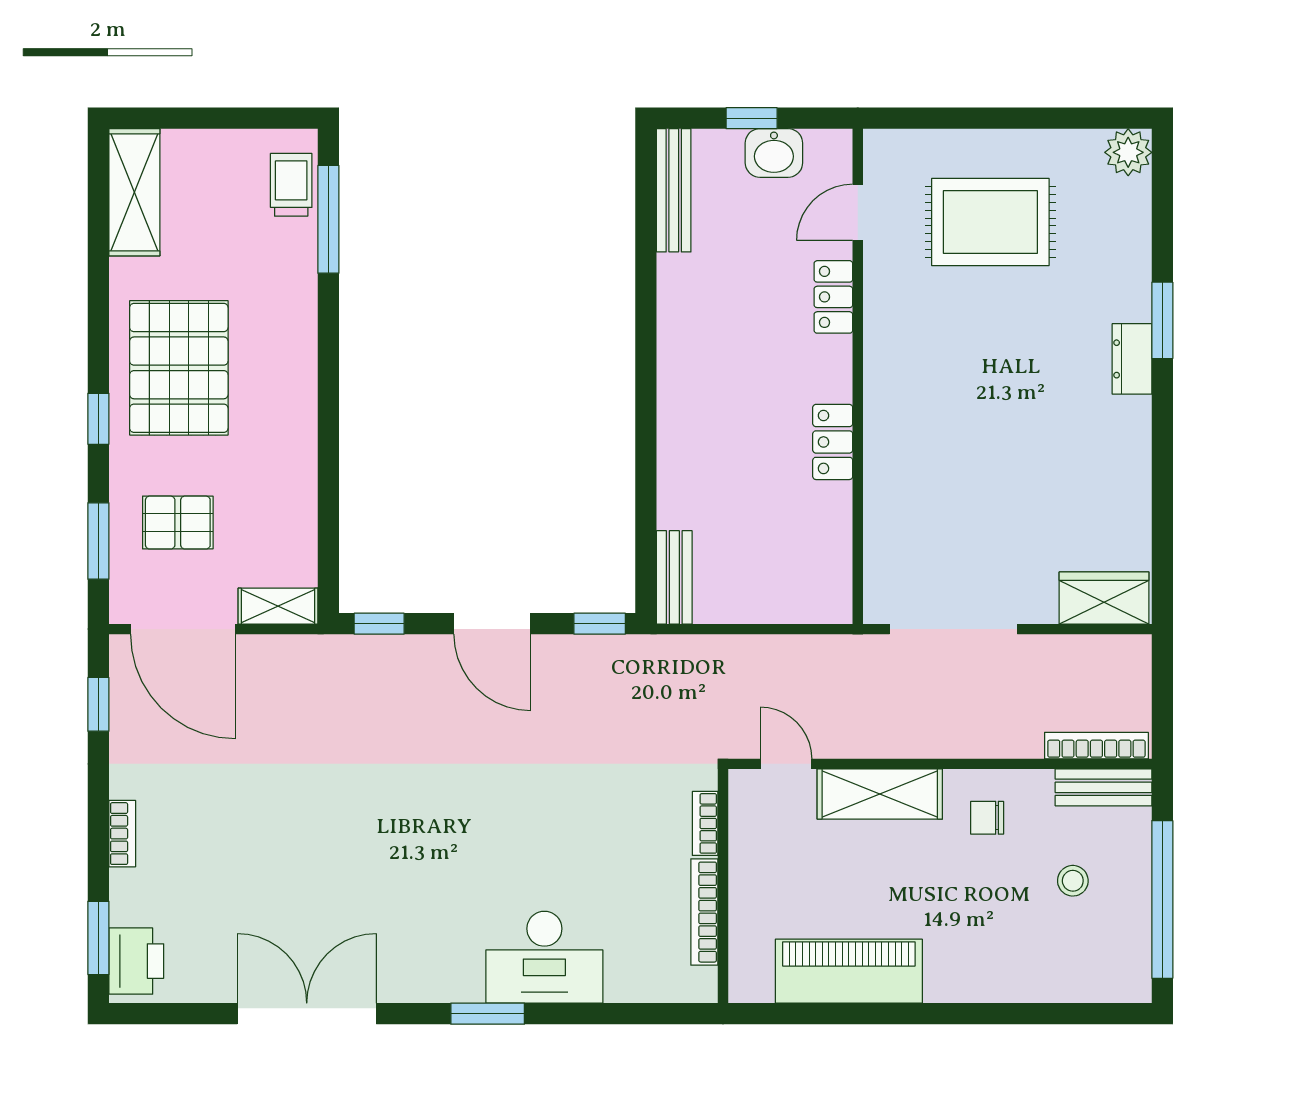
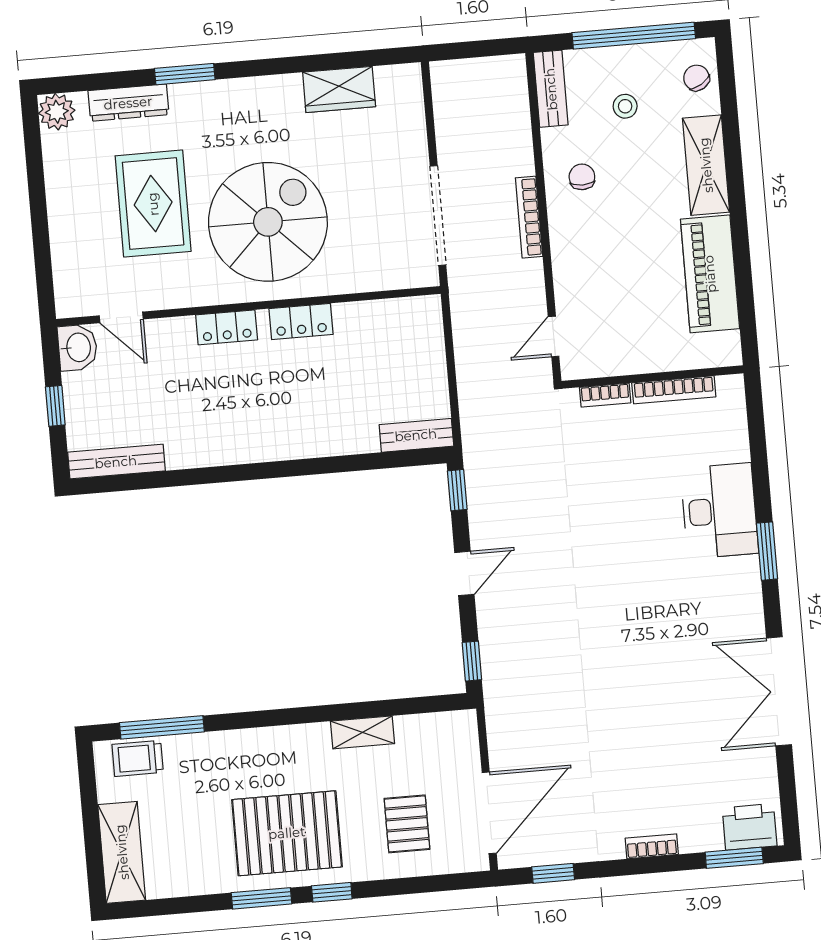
washbasin: (774, 153) -> (77, 347), moved
shelving: (134, 192) -> (122, 852), moved, turned 90
rug: (990, 222) -> (153, 204), moved
locker: (833, 297) -> (227, 327), moved
dresser: (1132, 359) -> (128, 103), moved, width x1.44
spiral stairs: (964, 411) -> (268, 222), added
window: (98, 541) -> (262, 898), moved
wardrobe: (1104, 598) -> (339, 89), moved, turned -90
shelving: (278, 606) -> (362, 732), moved, turned 90
door: (492, 624) -> (464, 573), width x0.73
bookcase: (1096, 746) -> (529, 217), moved
shelving: (880, 794) -> (706, 165), moved
chair: (987, 818) -> (582, 177), turned 180
chair: (1101, 975) -> (696, 78), added

